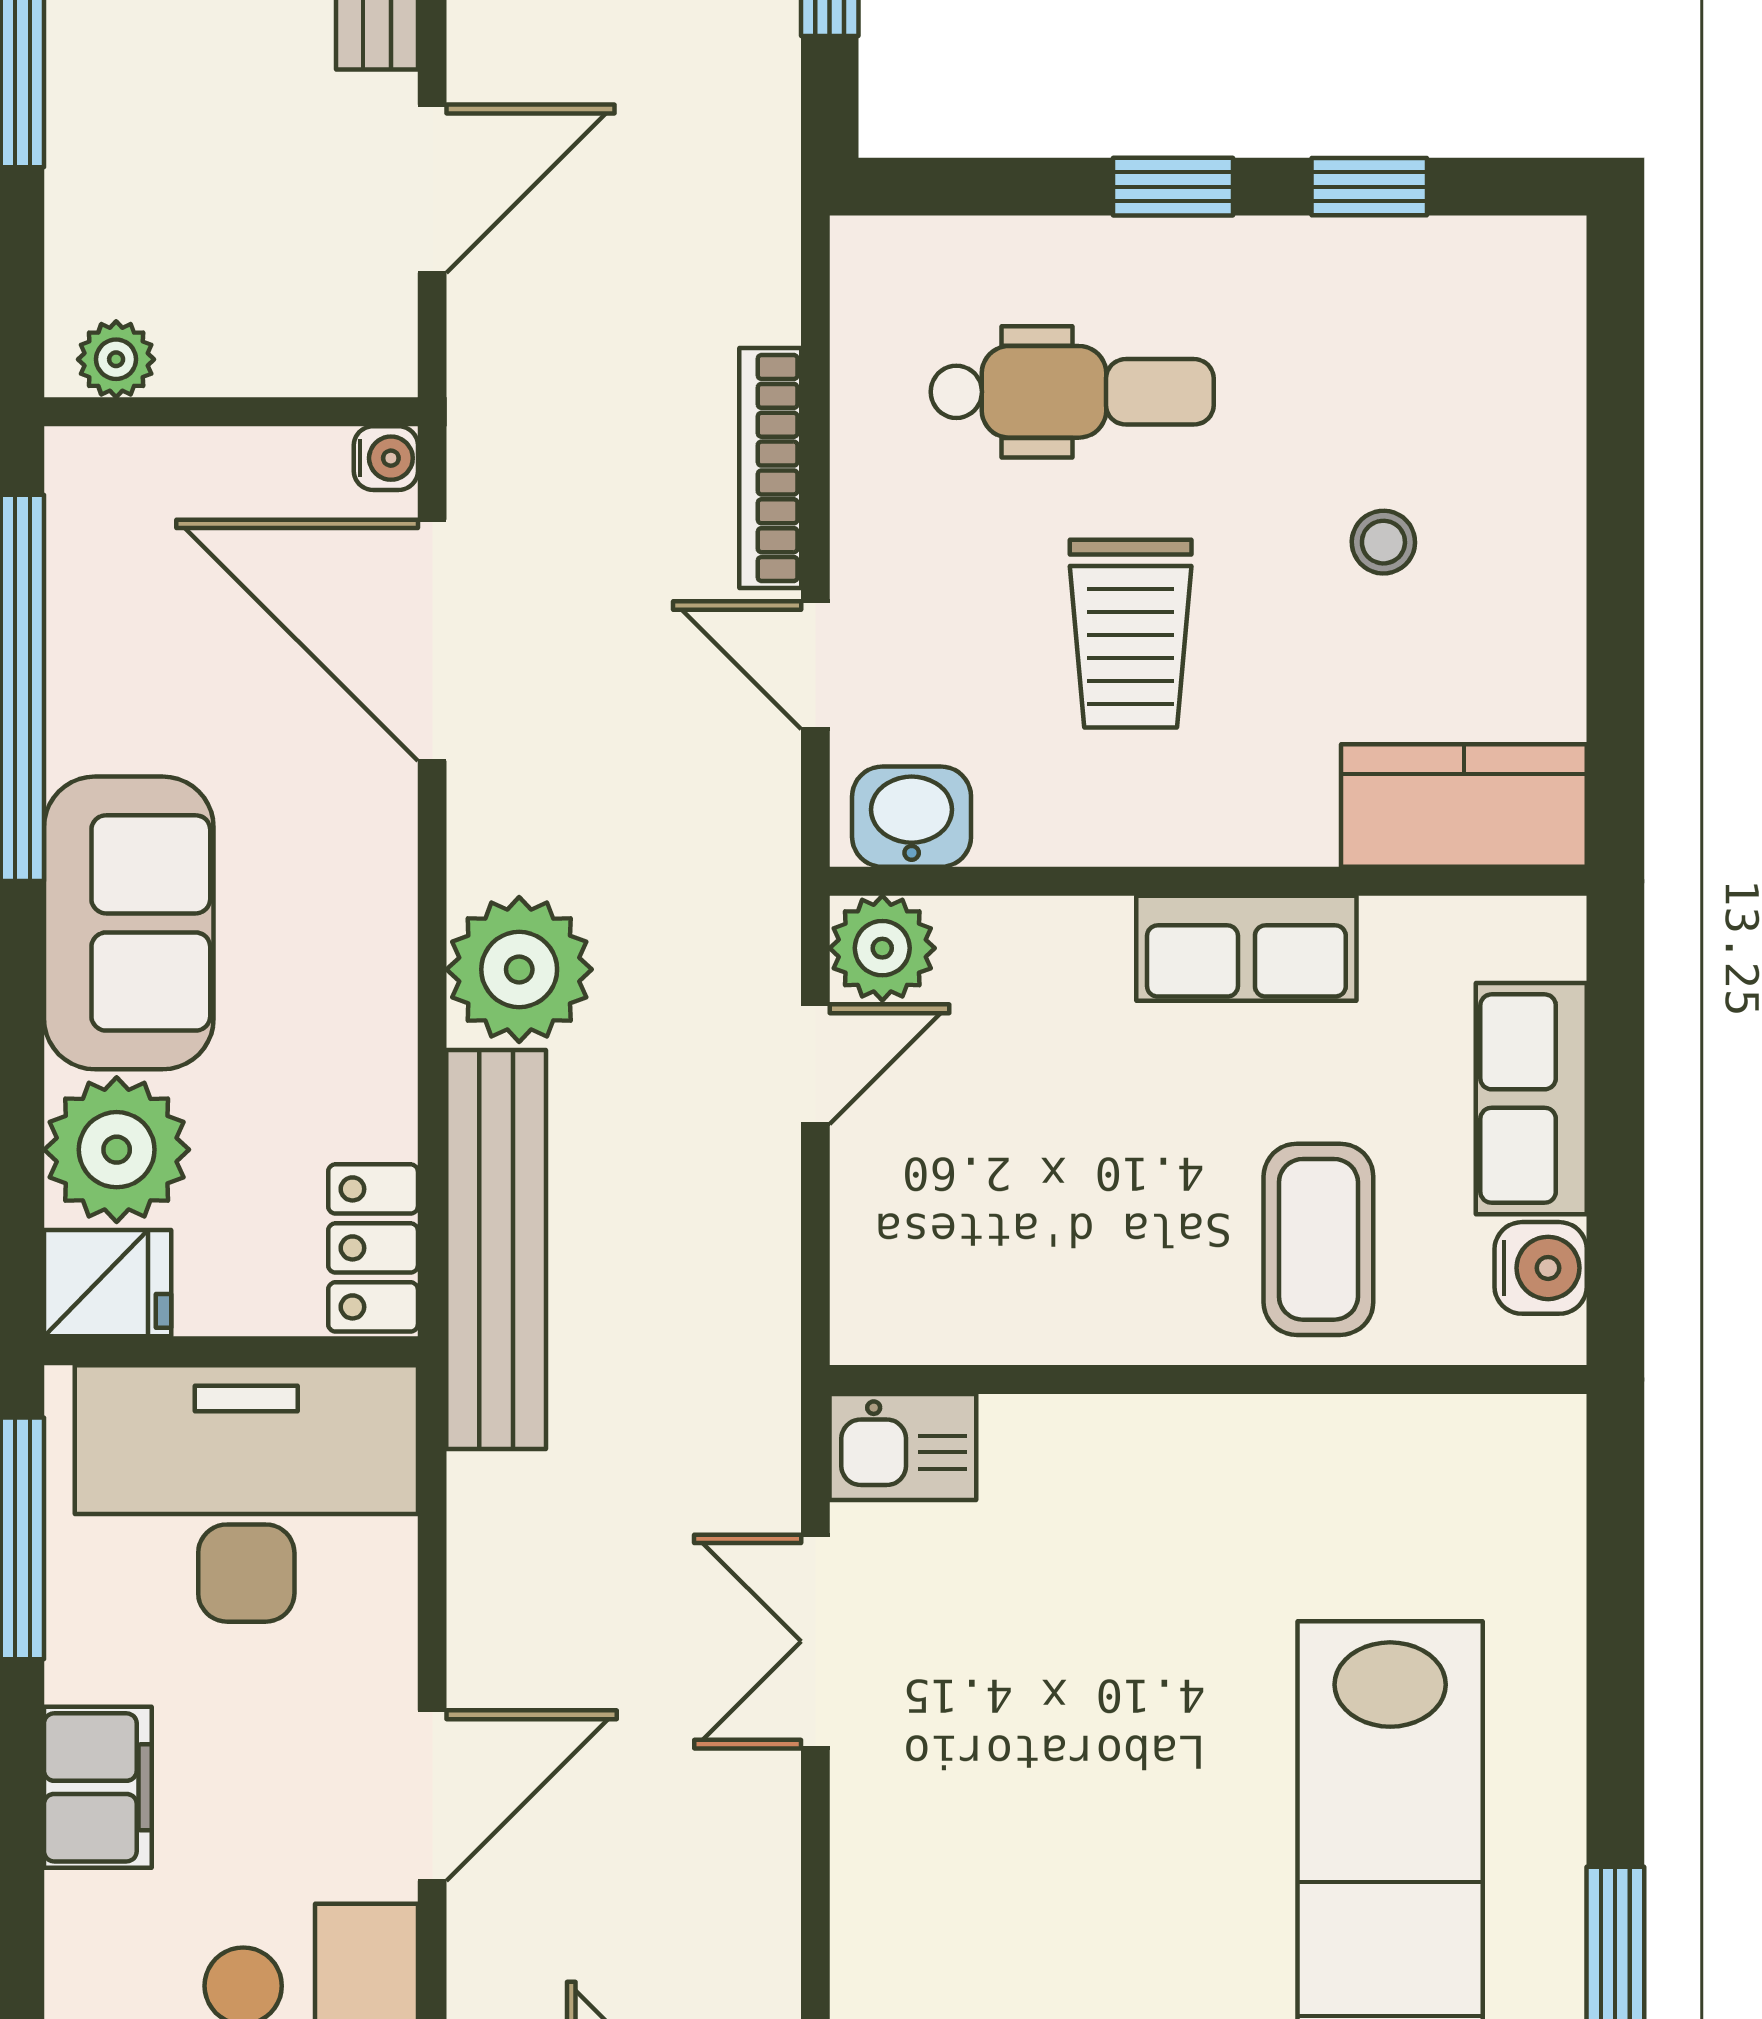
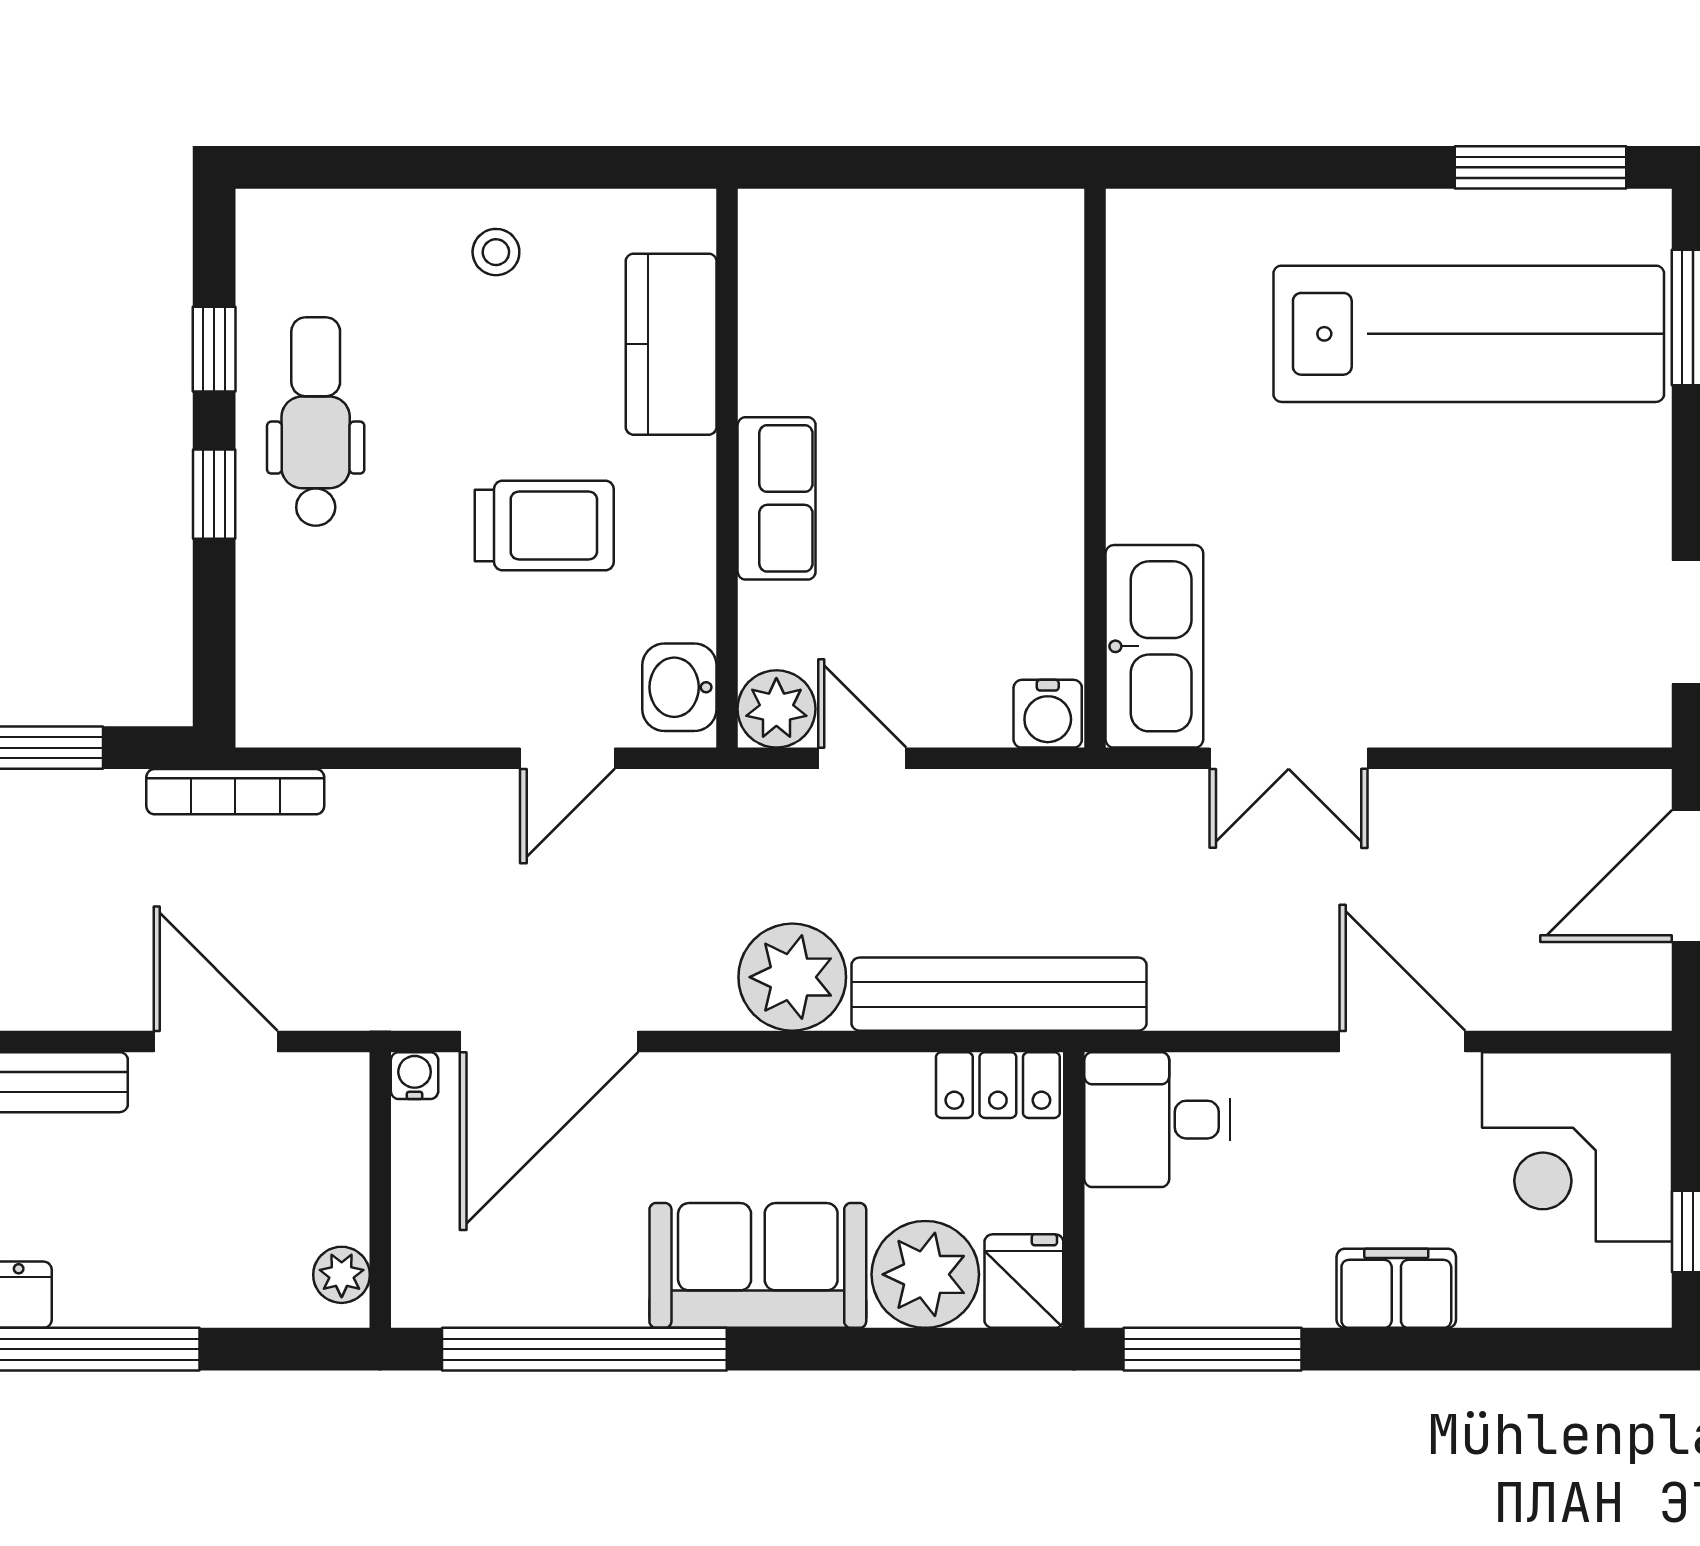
dental chair: (1072, 392) -> (316, 421), moved
bookcase: (770, 468) -> (235, 792), moved
stool: (1383, 542) -> (496, 252), moved
kitchen counter: (1464, 806) -> (671, 344), moved
row of seats: (1246, 948) -> (777, 498), moved
row of seats: (1531, 1099) -> (888, 230), removed
coffee table: (1318, 1239) -> (992, 387), removed
water cooler: (1541, 1268) -> (1048, 714), moved, turned 180
kitchen sink: (903, 1447) -> (1154, 646), width x1.88, depth x1.24
desk: (246, 1493) -> (1157, 1120), width x0.53, depth x0.77

